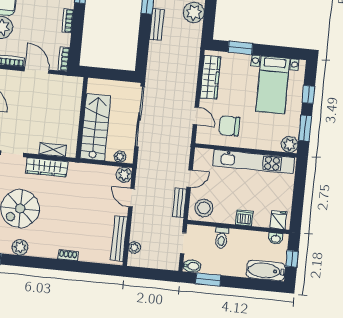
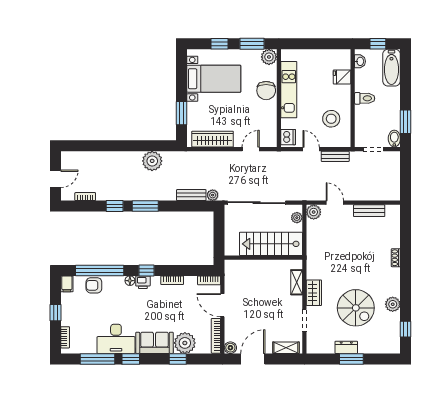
bench: (157, 25) -> (191, 195), moved
door: (37, 70) -> (222, 305), hinge flipped
chair: (229, 126) -> (266, 91), moved
kitchen unit: (254, 162) -> (289, 90), width x0.73
wardrobe: (47, 167) -> (314, 293), width x0.67
door: (131, 198) -> (335, 203), swing flipped
stool: (204, 208) -> (331, 119), moved
dishwasher: (244, 218) -> (288, 137), moved, turned 180
fridge: (278, 220) -> (342, 77), moved
bench: (119, 238) -> (369, 211), width x0.73
toilet: (221, 238) -> (365, 98), moved
plant: (134, 248) -> (213, 195), moved

